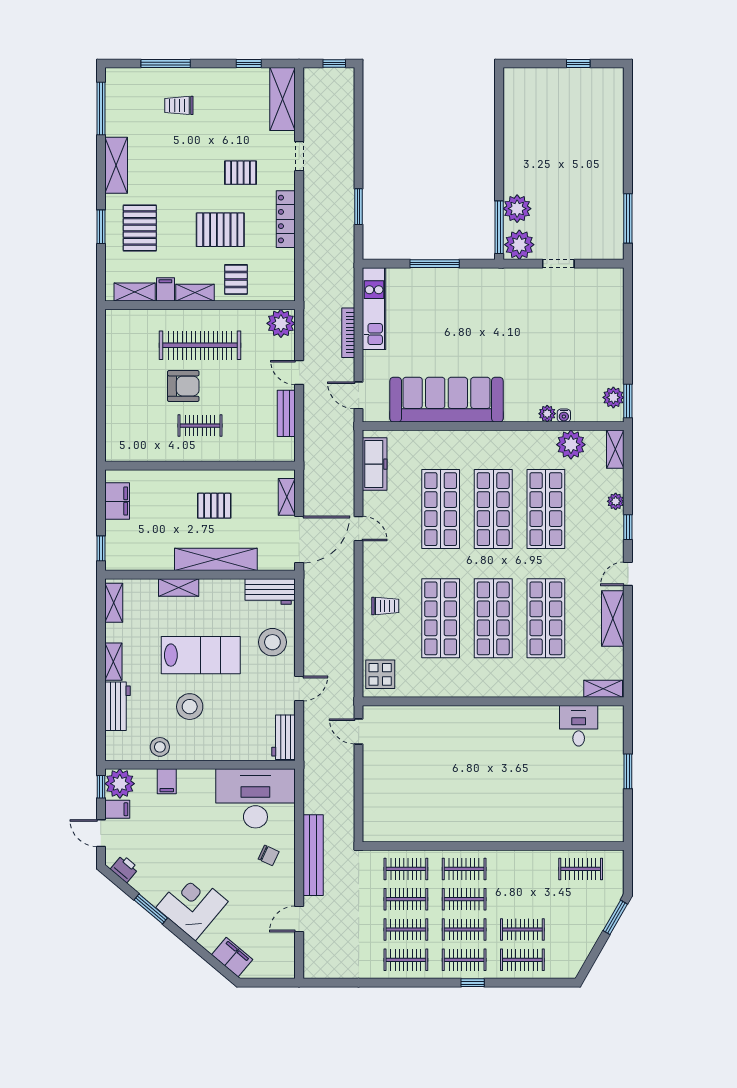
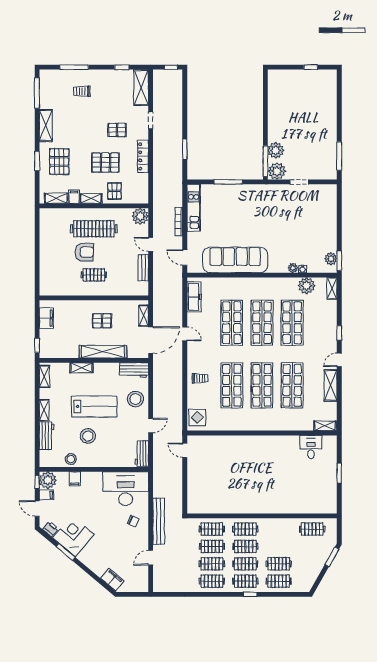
plant: (616, 501) -> (332, 318), removed
corner desk: (192, 905) -> (73, 536), moved

